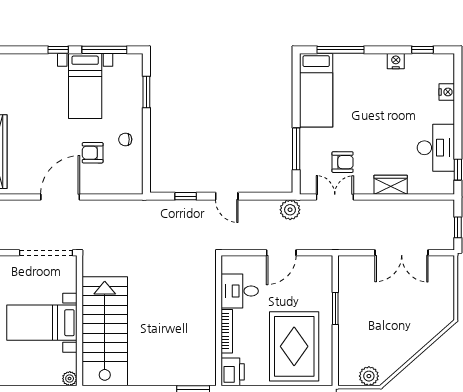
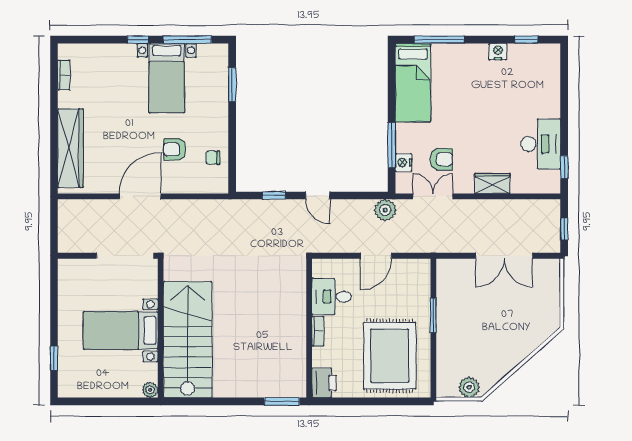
nightstand: (447, 92) -> (404, 162), moved, turned 180
chair: (125, 139) -> (213, 158), moved
bookcase: (227, 331) -> (318, 331), width x0.64

